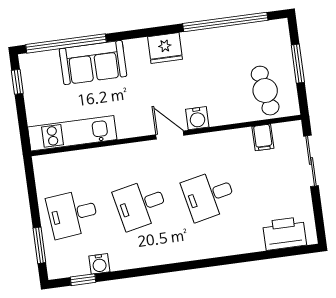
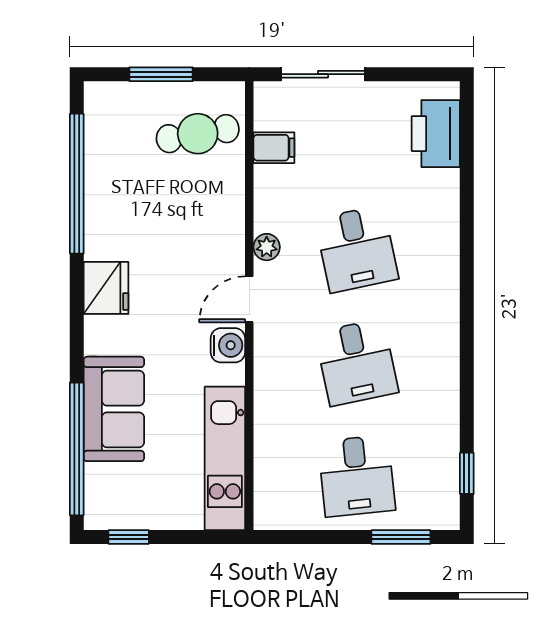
water cooler: (197, 118) -> (228, 345), moved
plant: (203, 141) -> (267, 247), added
water cooler: (99, 264) -> (445, 443), removed

